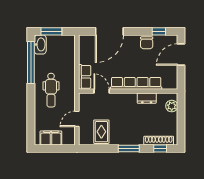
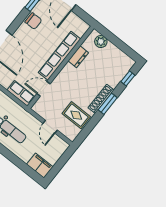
filing cabinet: (51, 138) -> (40, 166), moved, turned 90
shoe rack: (159, 141) -> (101, 99), moved

